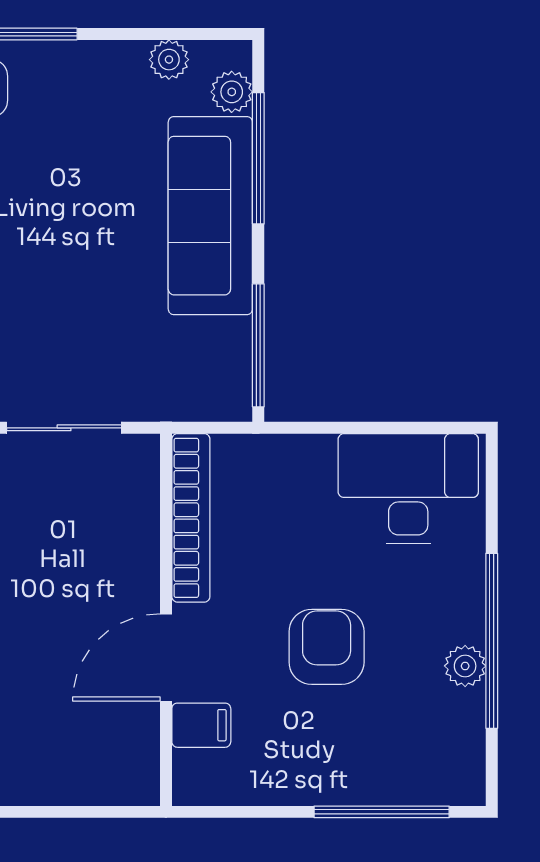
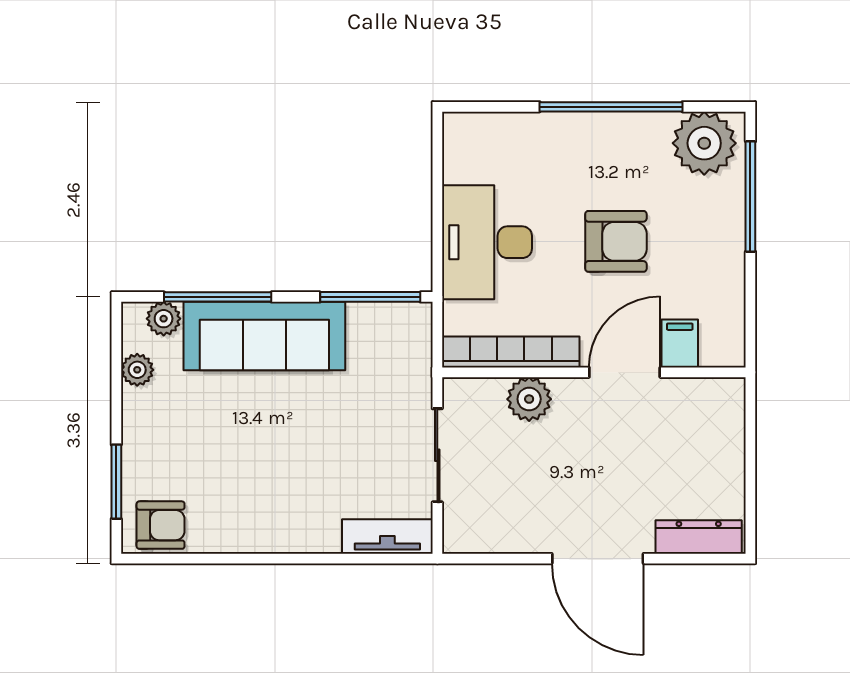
desk: (408, 489) -> (487, 242), moved
plant: (133, 540) -> (529, 399), added
armchair: (327, 647) -> (616, 241), turned 180
door: (166, 657) -> (625, 372), swing flipped
plant: (465, 666) -> (704, 143), moved, width x1.87, depth x1.87

